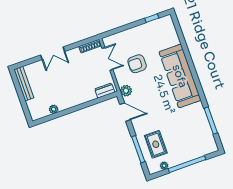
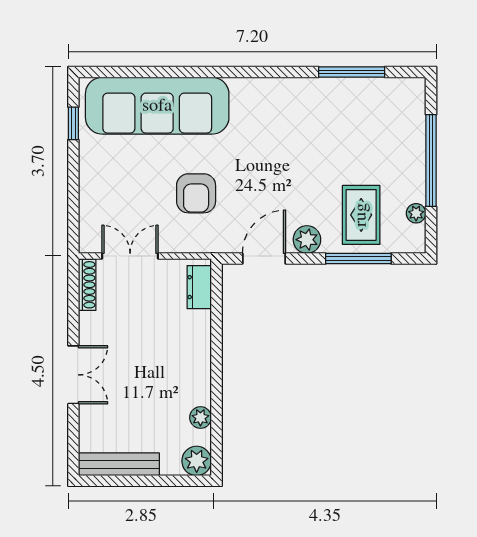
armchair: (137, 64) -> (196, 193), moved
sofa: (180, 76) -> (157, 106), moved
plant: (126, 91) -> (307, 240), moved
plant: (36, 114) -> (197, 461), added
rug: (156, 144) -> (361, 215), turned 90

